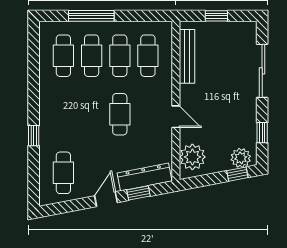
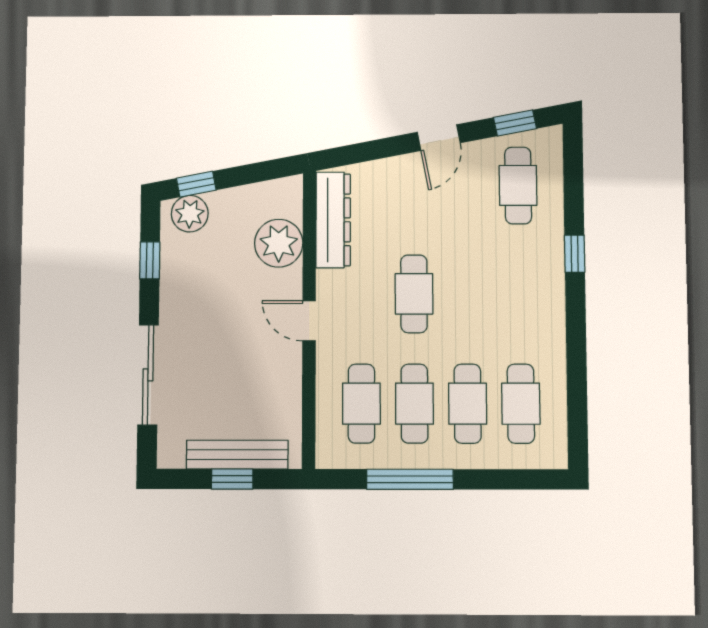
window: (91, 16) -> (410, 479), moved
bench: (187, 56) -> (237, 455), moved, turned 90
door: (176, 117) -> (309, 321), moved
plant: (192, 157) -> (279, 243), moved
dresser: (145, 177) -> (333, 220), moved, turned -79
window: (138, 193) -> (515, 123), moved

